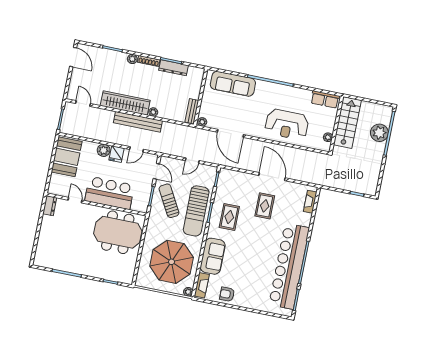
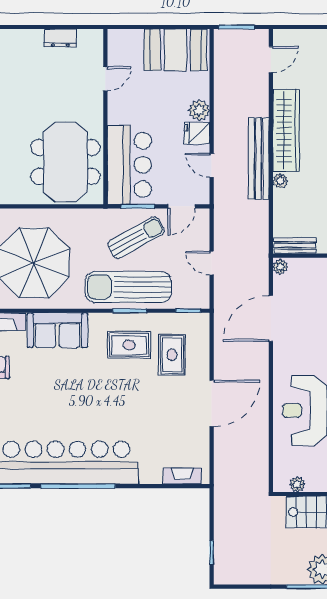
bar counter: (110, 193) -> (129, 165), moved
dresser: (50, 206) -> (60, 38), moved
rug: (265, 206) -> (172, 355), moved, turned 90

